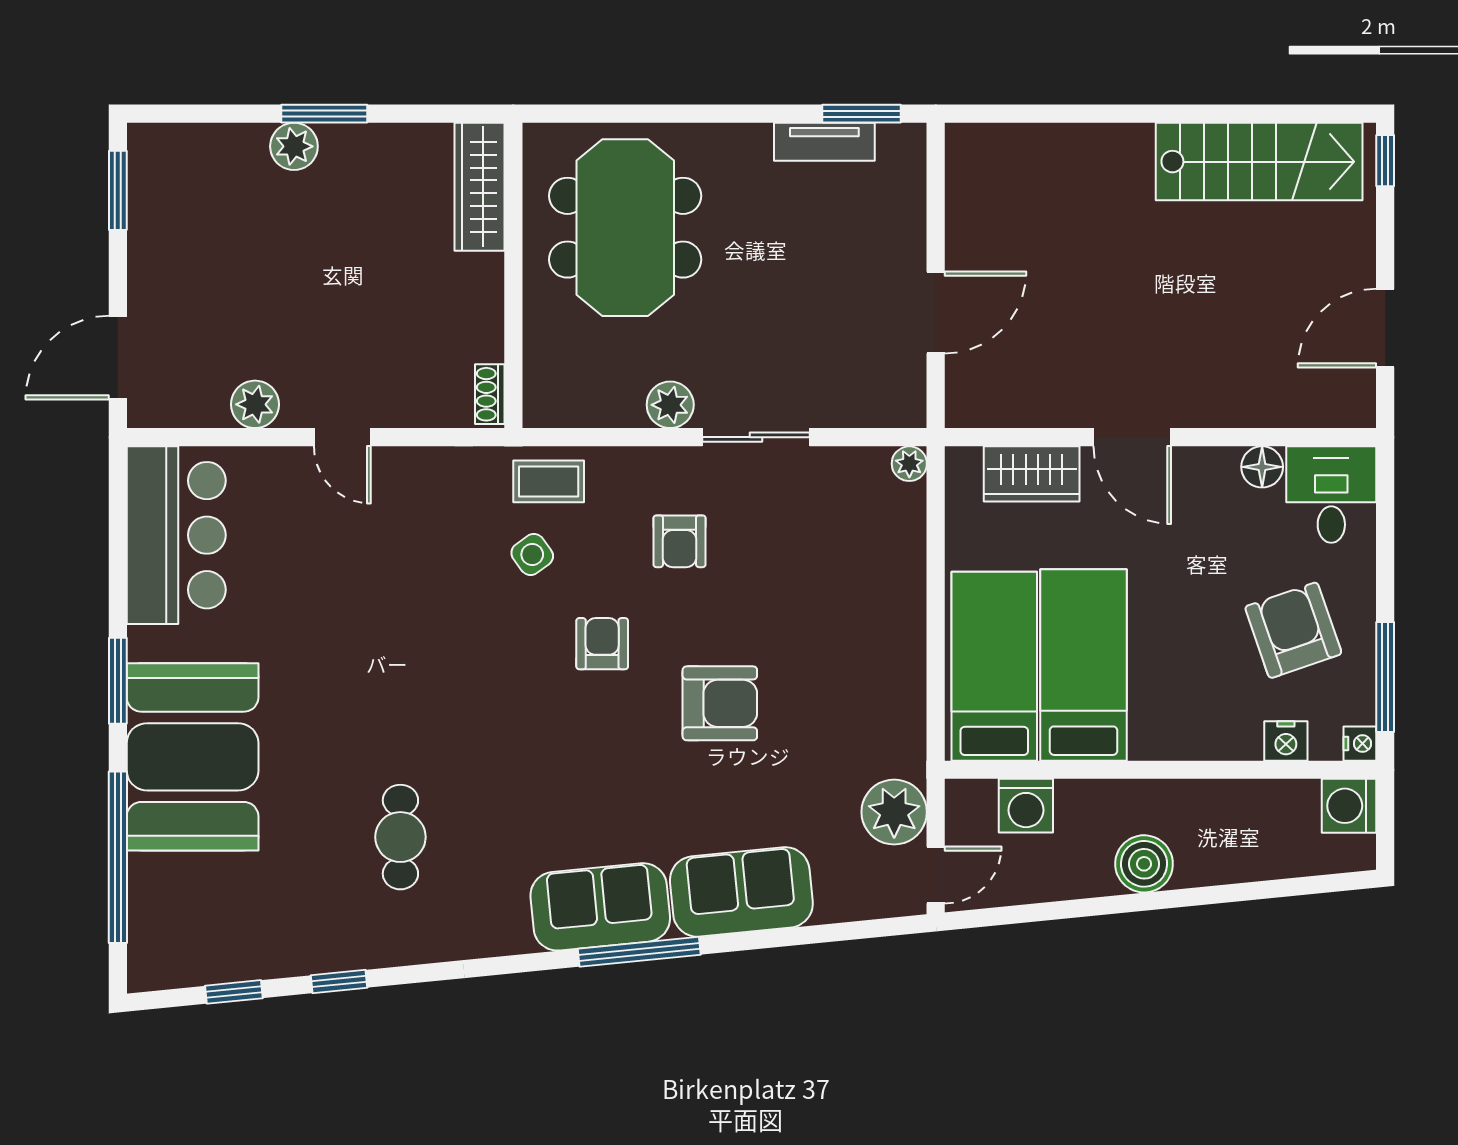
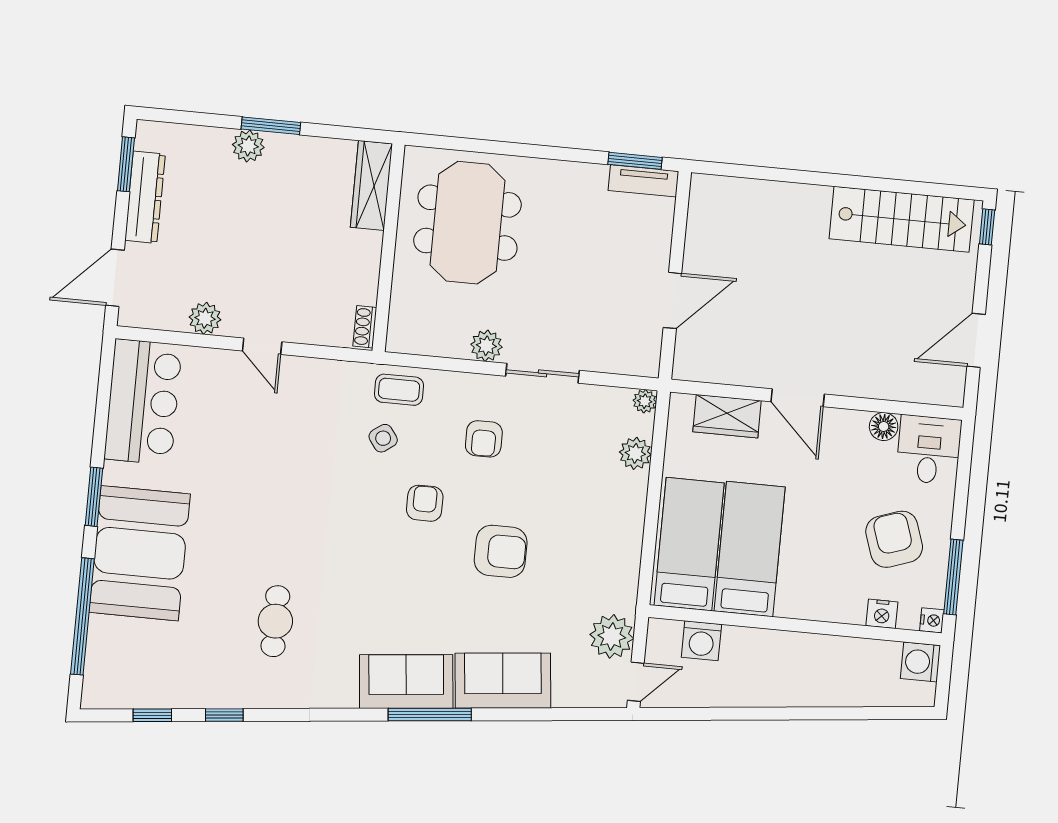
tv unit: (824, 142) -> (643, 181), moved
dresser: (150, 236) -> (145, 197), added
plant: (903, 541) -> (635, 453), added
boiler: (1144, 864) -> (778, 688), removed

